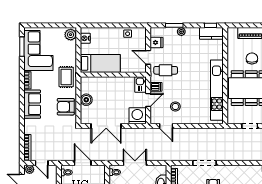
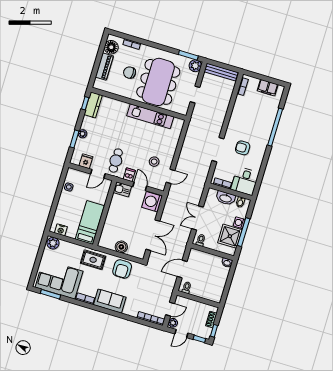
kitchen unit: (217, 90) -> (150, 116), width x0.73

